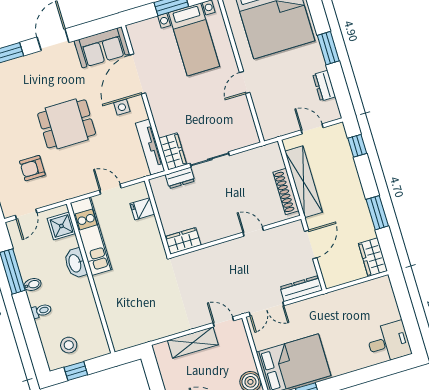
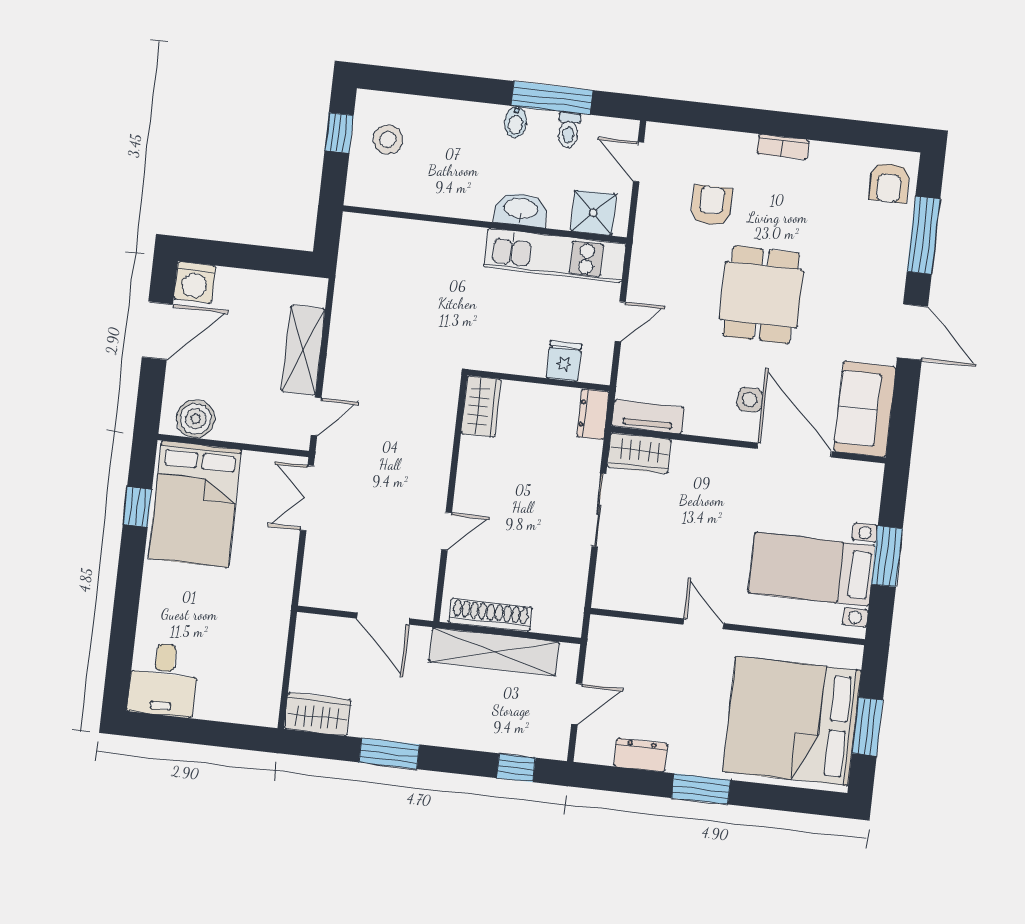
tv unit: (150, 147) -> (648, 417), width x0.71
dresser: (180, 178) -> (593, 414), moved
dresser: (301, 289) -> (316, 571), removed
toilet: (41, 311) -> (569, 130), moved

